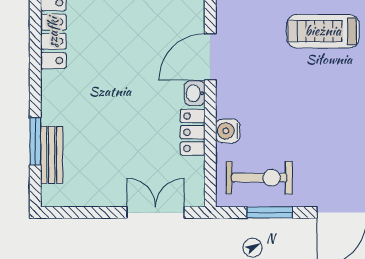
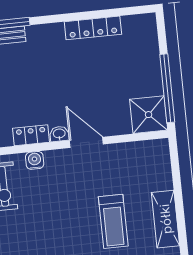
treadmill: (323, 31) -> (113, 221), turned 180

